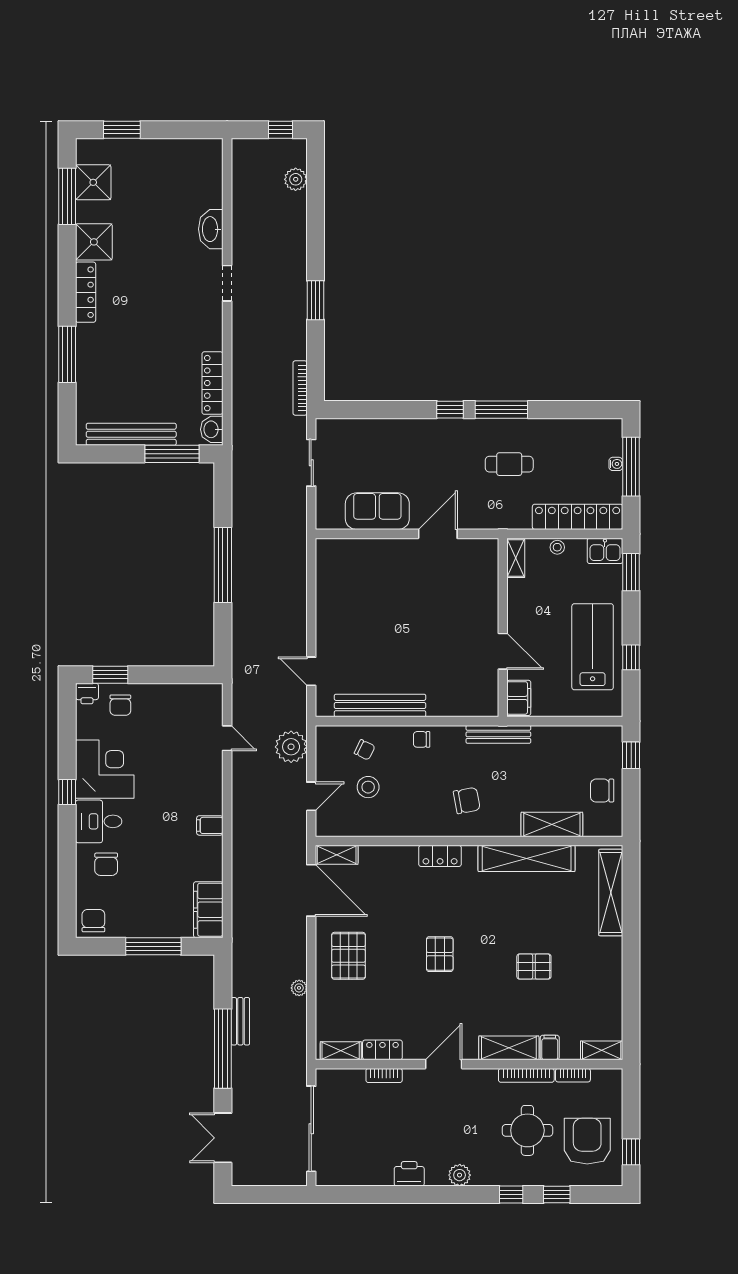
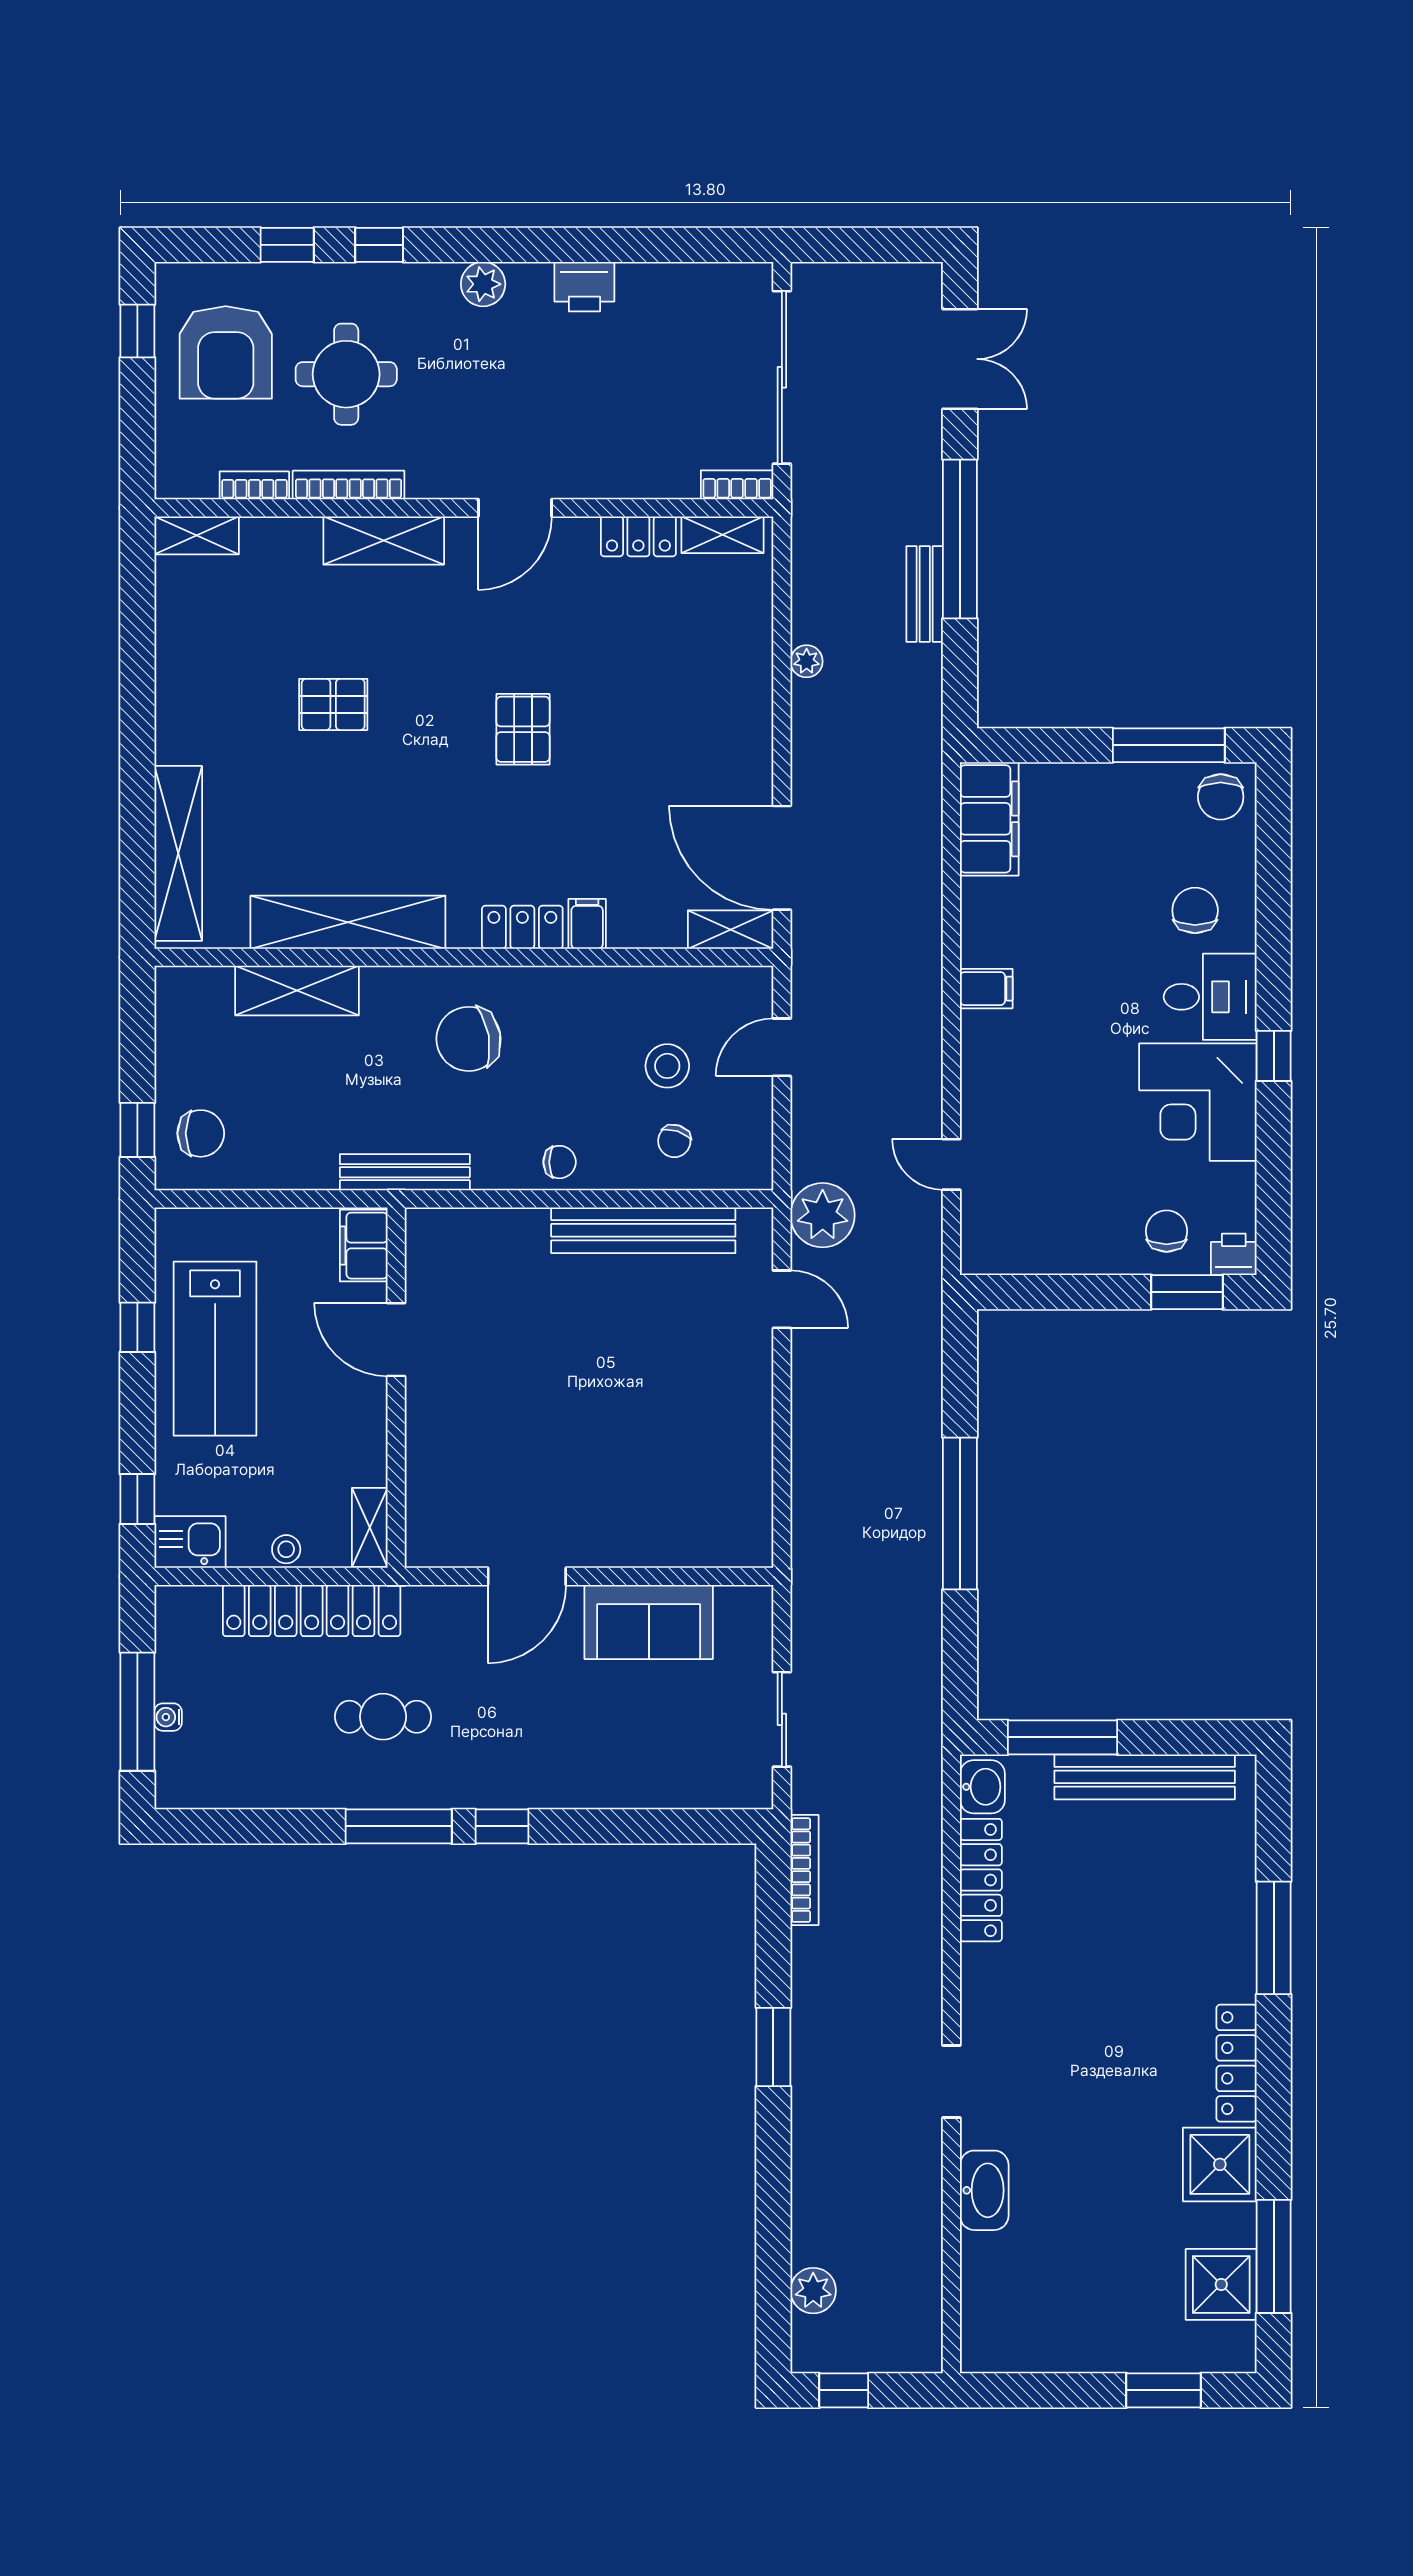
locker: (578, 517) -> (312, 1610), moved
window: (631, 572) -> (137, 1499), width x0.67
plant: (291, 747) -> (823, 1215), moved
chair: (365, 750) -> (674, 1141), turned -98
chair: (602, 791) -> (201, 1133), moved
chair: (467, 800) -> (469, 1039), width x1.37, depth x1.37
window: (153, 946) -> (1169, 745), moved
pallet: (349, 956) -> (707, 726), removed
filing cabinet: (550, 1047) -> (587, 924), moved, turned 180
bookcase: (384, 1075) -> (737, 485), moved

